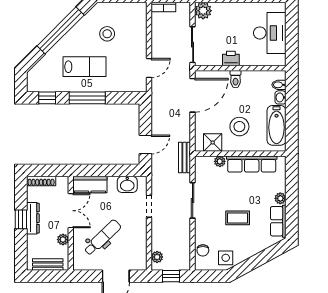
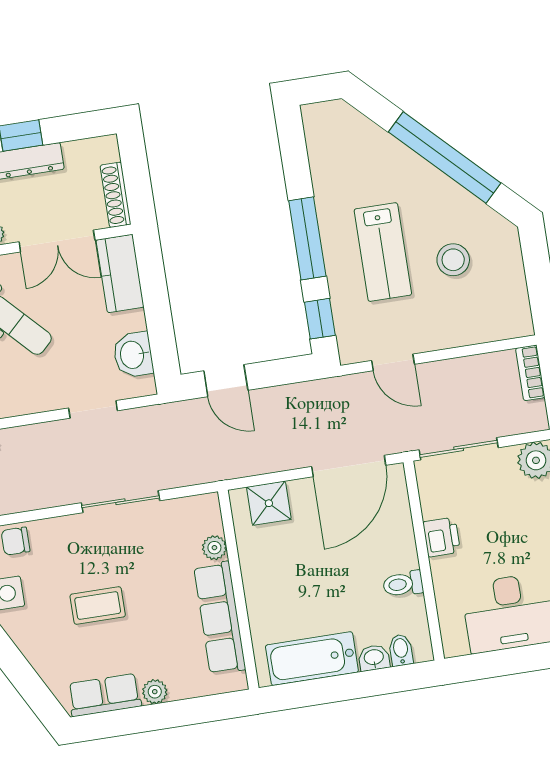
lab bench: (85, 67) -> (383, 252), moved
toilet: (236, 79) -> (403, 584), moved
door: (193, 95) -> (349, 466), hinge flipped
window: (47, 98) -> (320, 319), moved
stool: (239, 127) -> (297, 578), removed
shower: (213, 143) -> (269, 503), moved
bench: (184, 158) -> (211, 470), removed
shoe rack: (41, 181) -> (116, 195), moved
coffee table: (238, 218) -> (98, 606), turned 90

